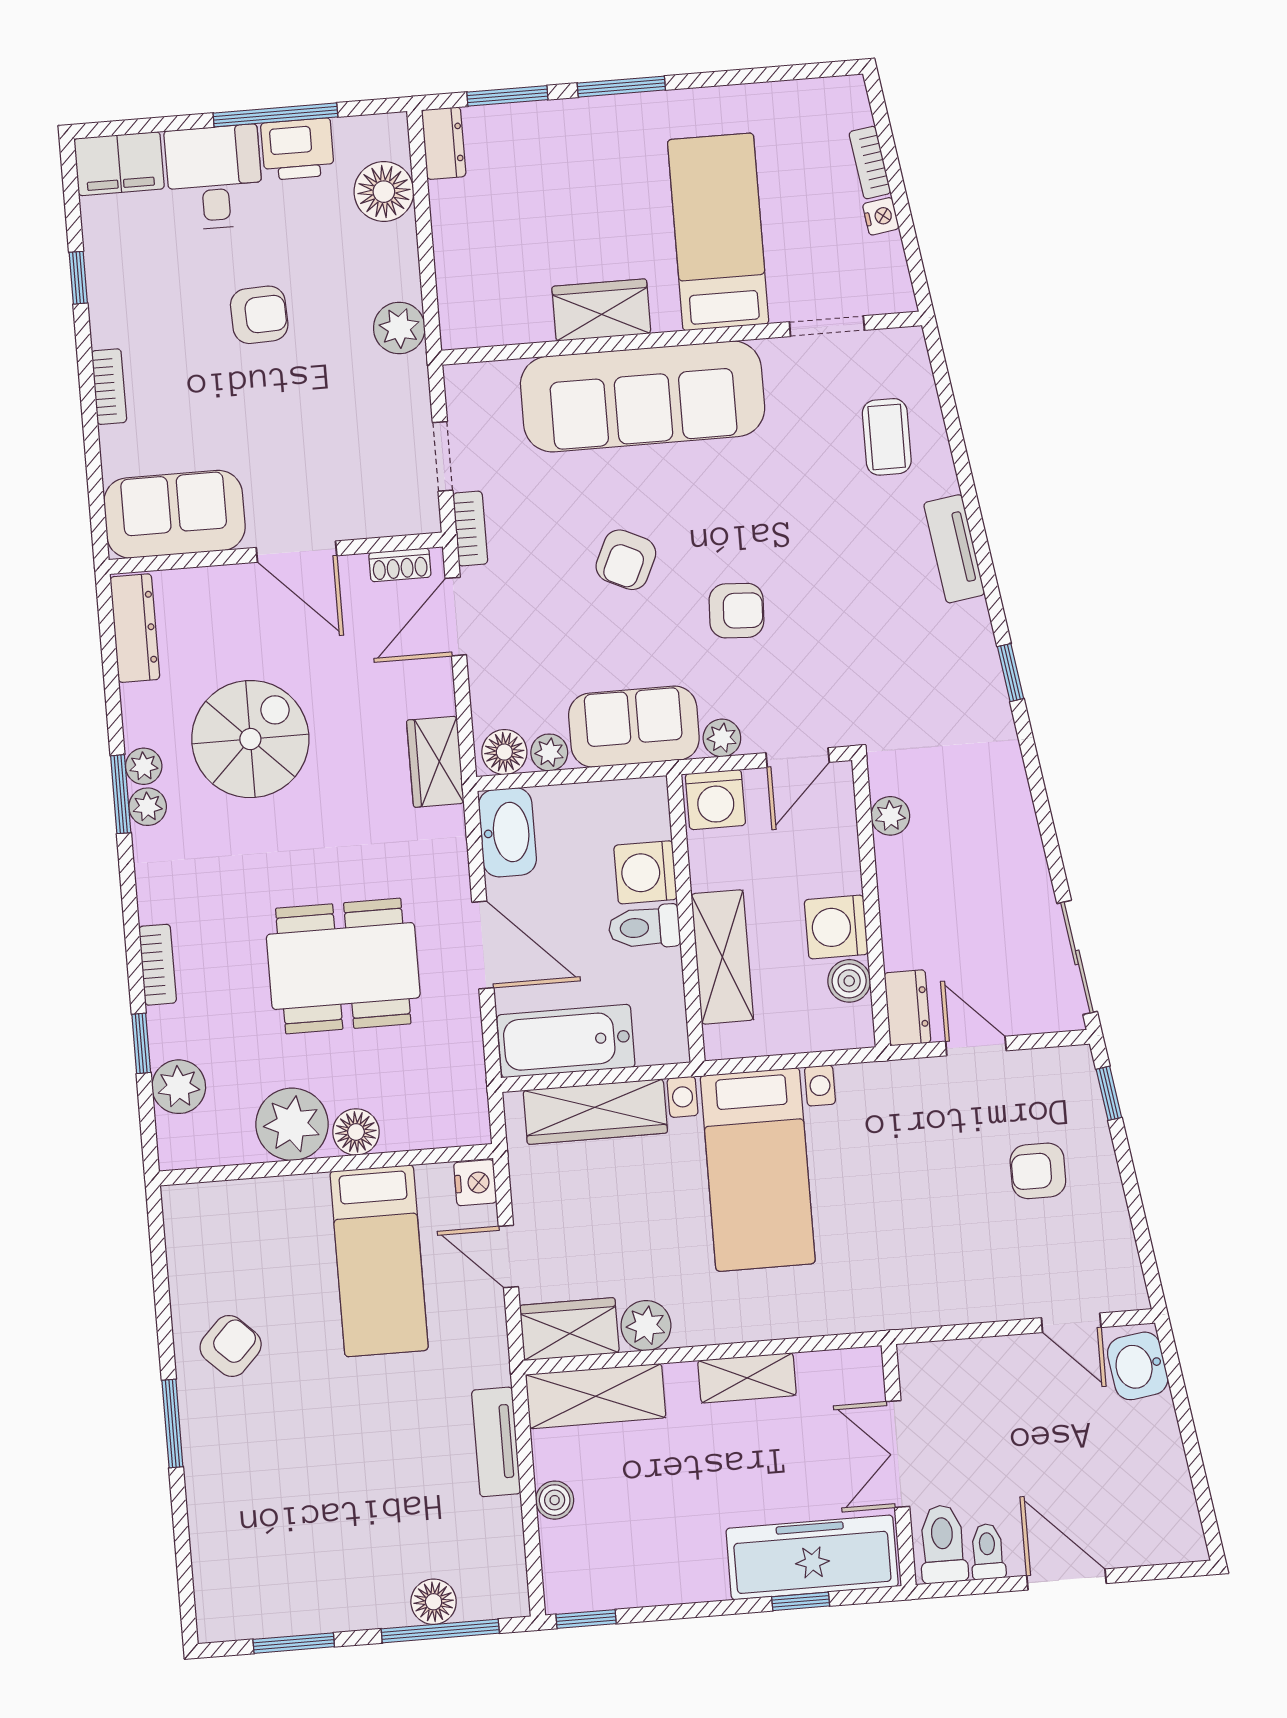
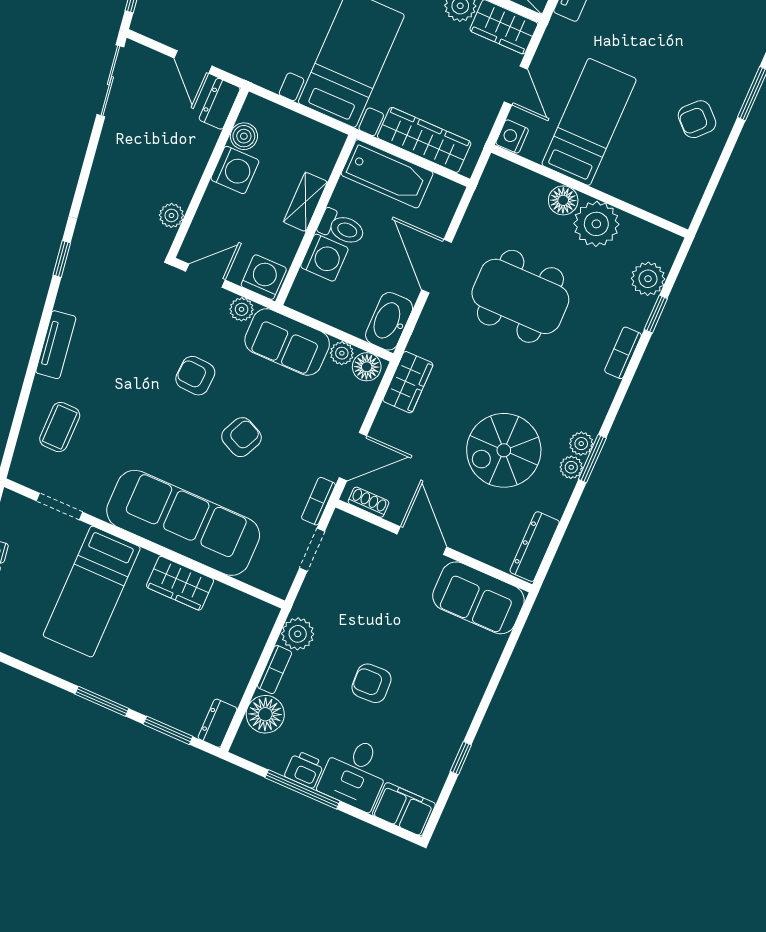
printer: (298, 149) -> (304, 769), width x0.73, depth x0.81
bookcase: (109, 387) -> (274, 670), moved, turned 180
shelving: (722, 957) -> (305, 202), width x0.67, depth x0.75
bathtub: (566, 1041) -> (387, 174), moved

